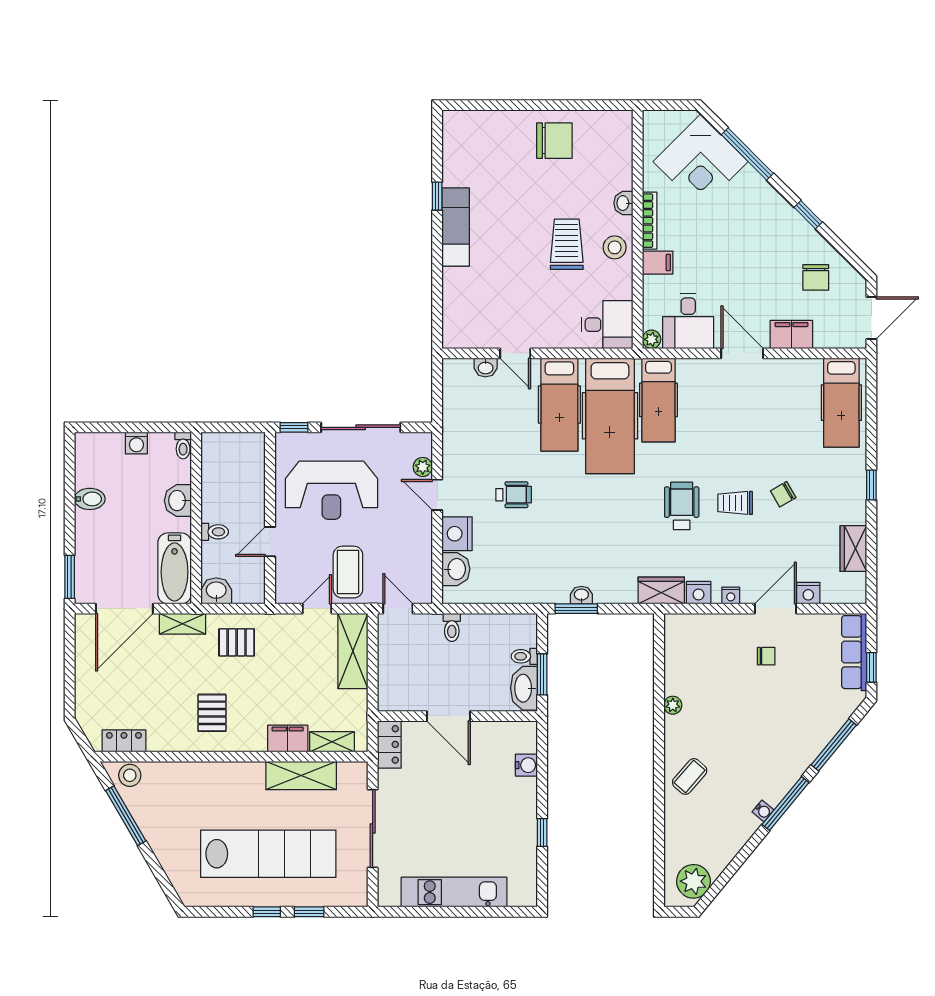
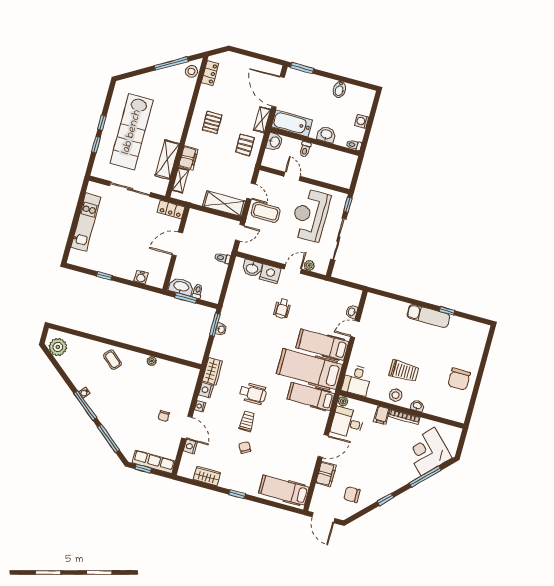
pallet: (212, 713) -> (212, 122), turned 90

